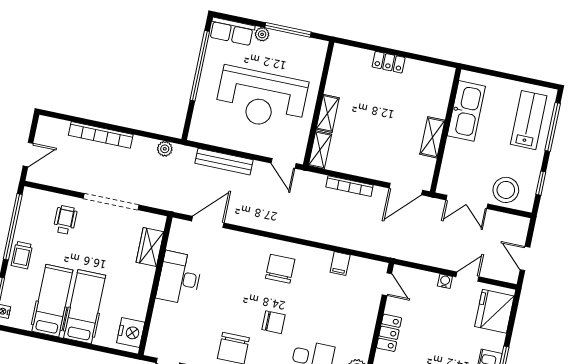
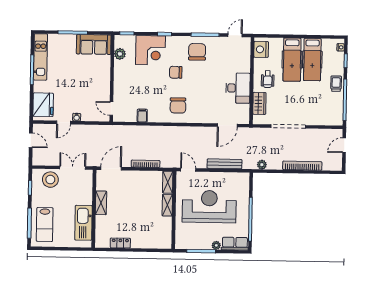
locker: (389, 62) -> (120, 243), moved
wheelchair: (65, 220) -> (268, 79), moved
locker: (389, 333) -> (104, 79), removed

